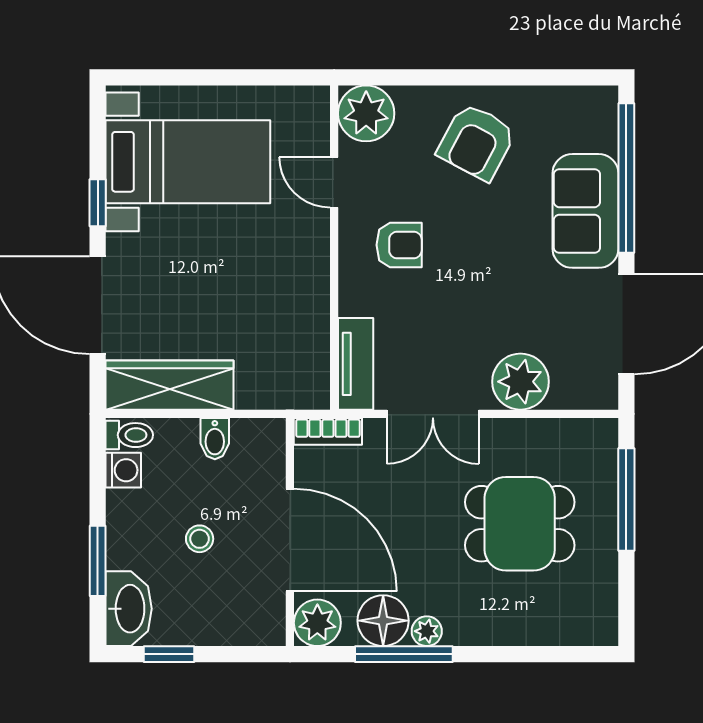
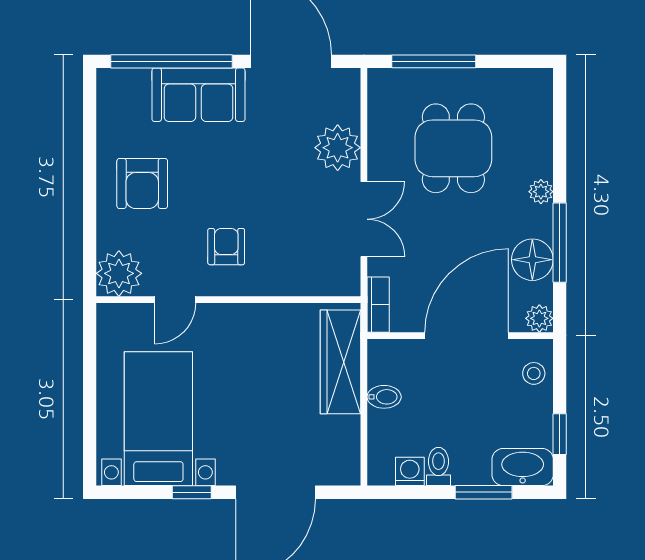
armchair: (477, 142) -> (142, 183), turned 62
tv unit: (356, 364) -> (323, 282), removed
wardrobe: (170, 385) -> (340, 362), moved
toilet: (129, 435) -> (438, 466), moved
stool: (200, 539) -> (534, 373), moved
plant: (317, 623) -> (539, 318), width x0.73, depth x0.73
plant: (427, 631) -> (541, 192), moved

